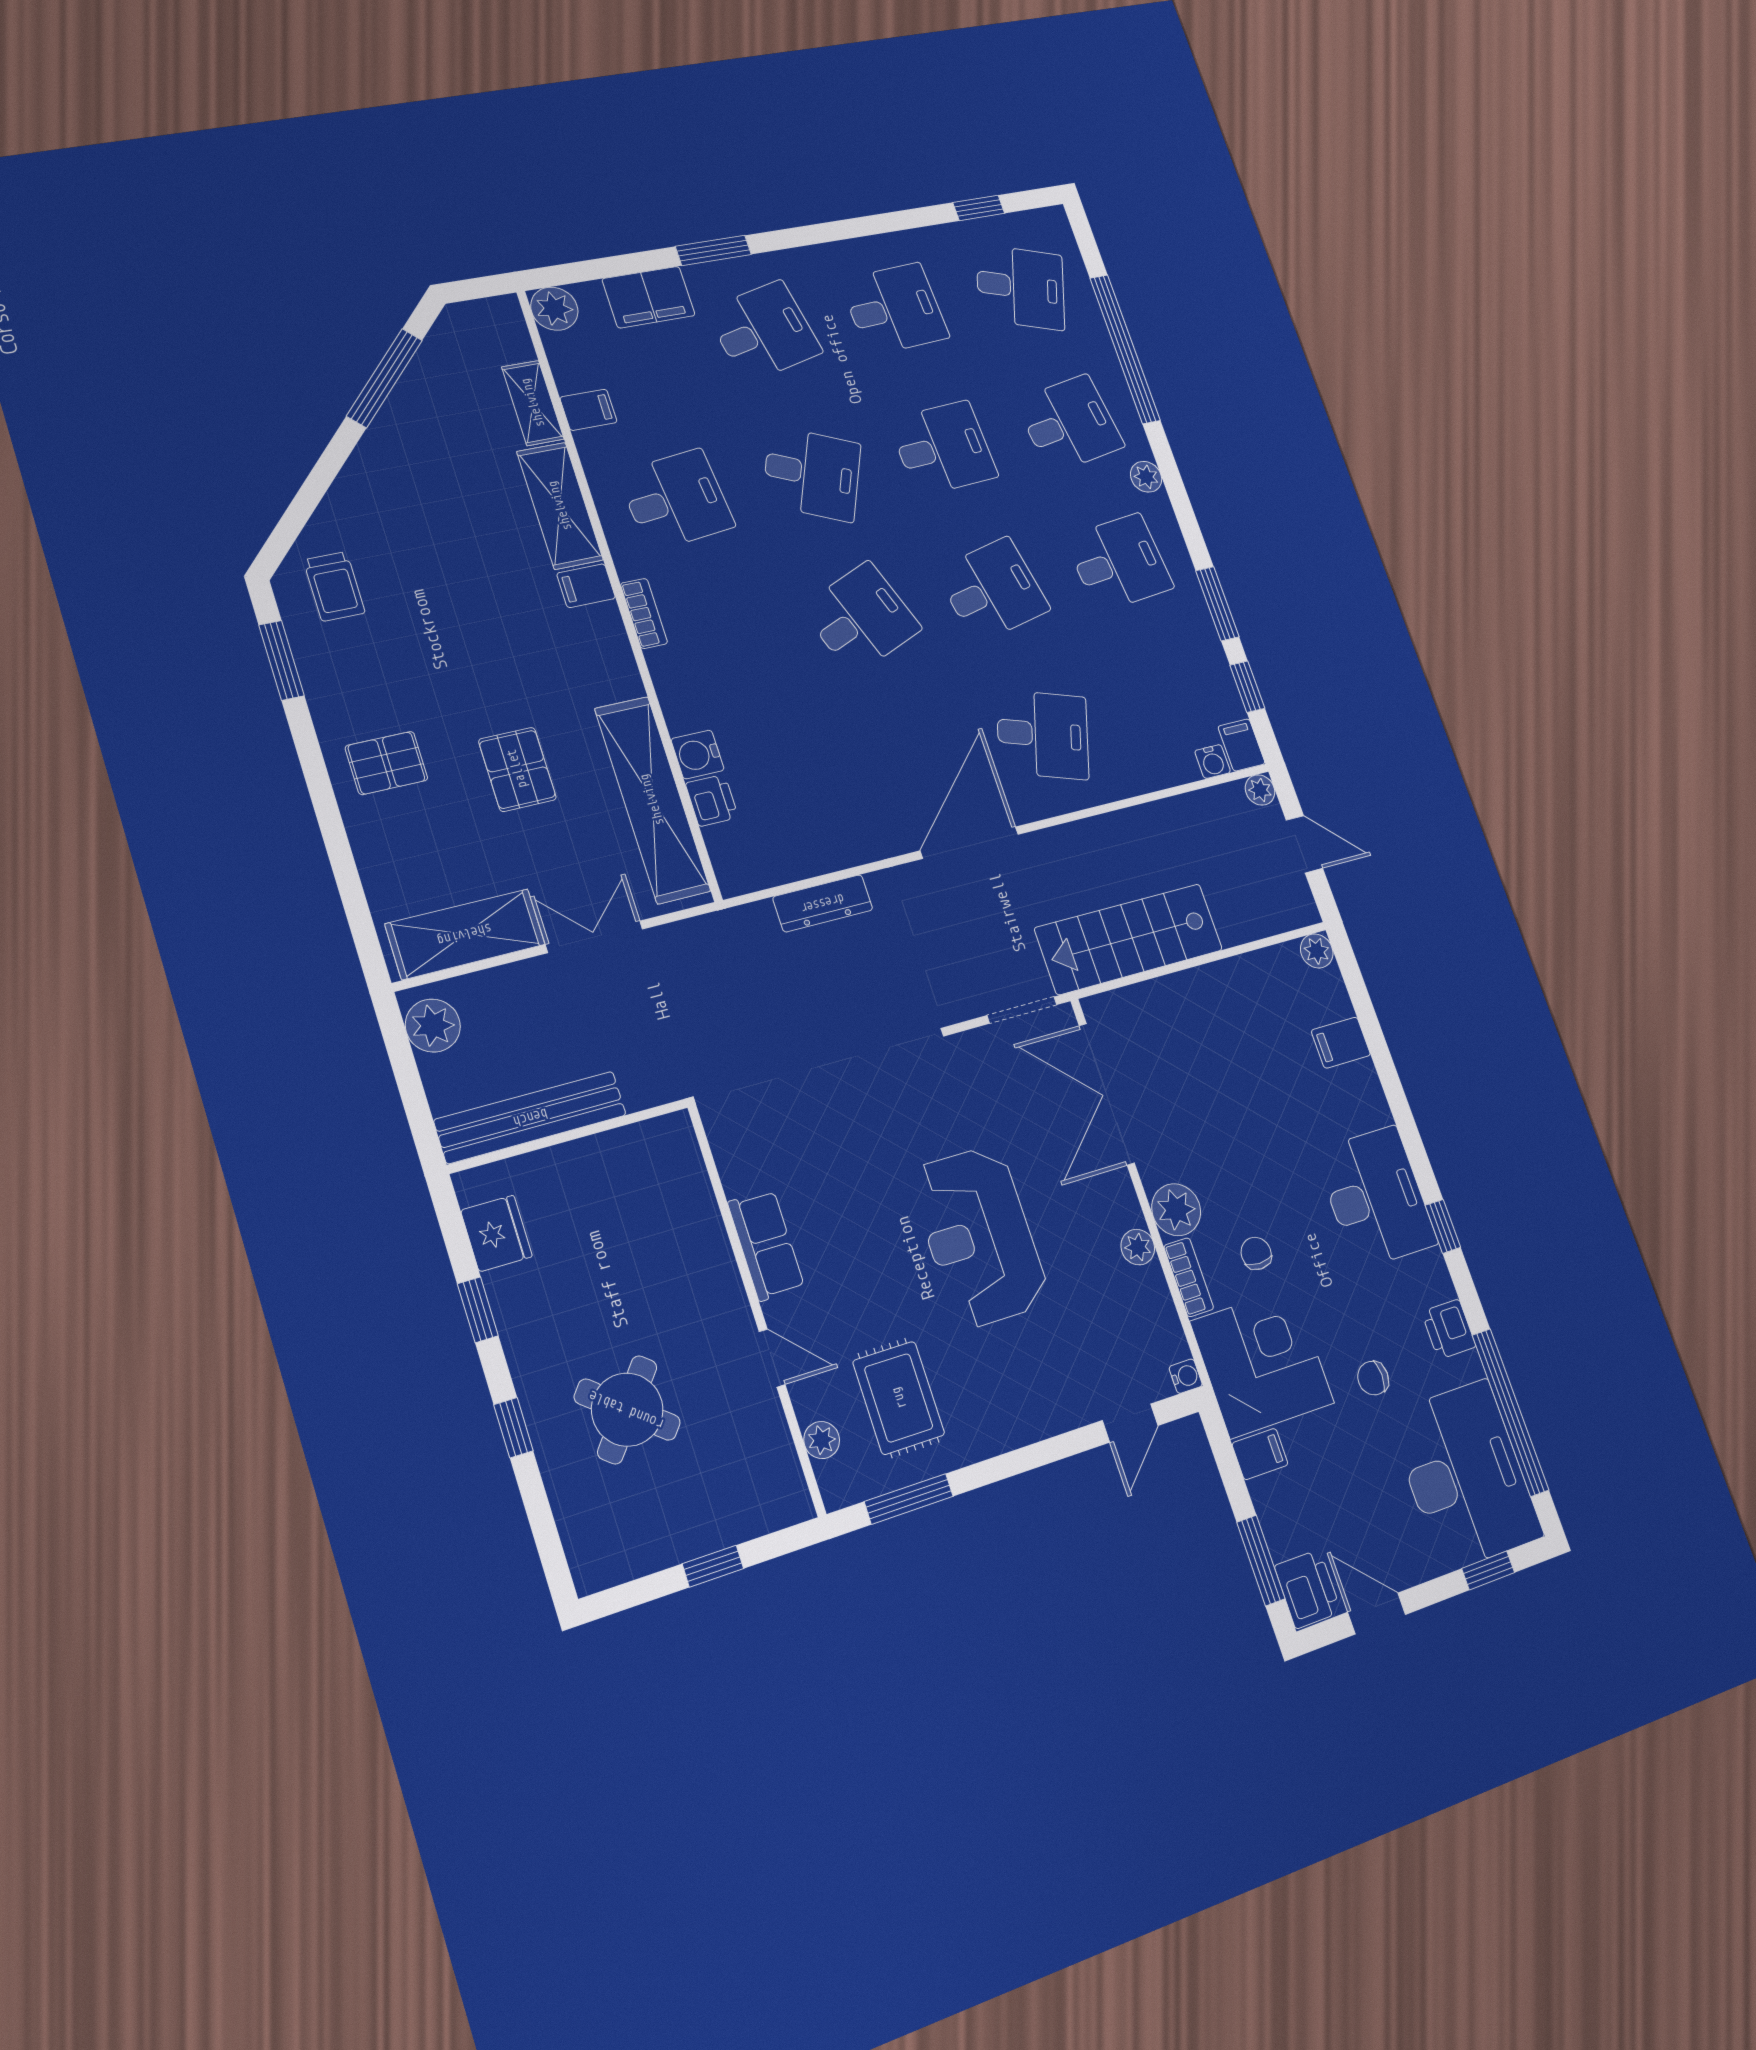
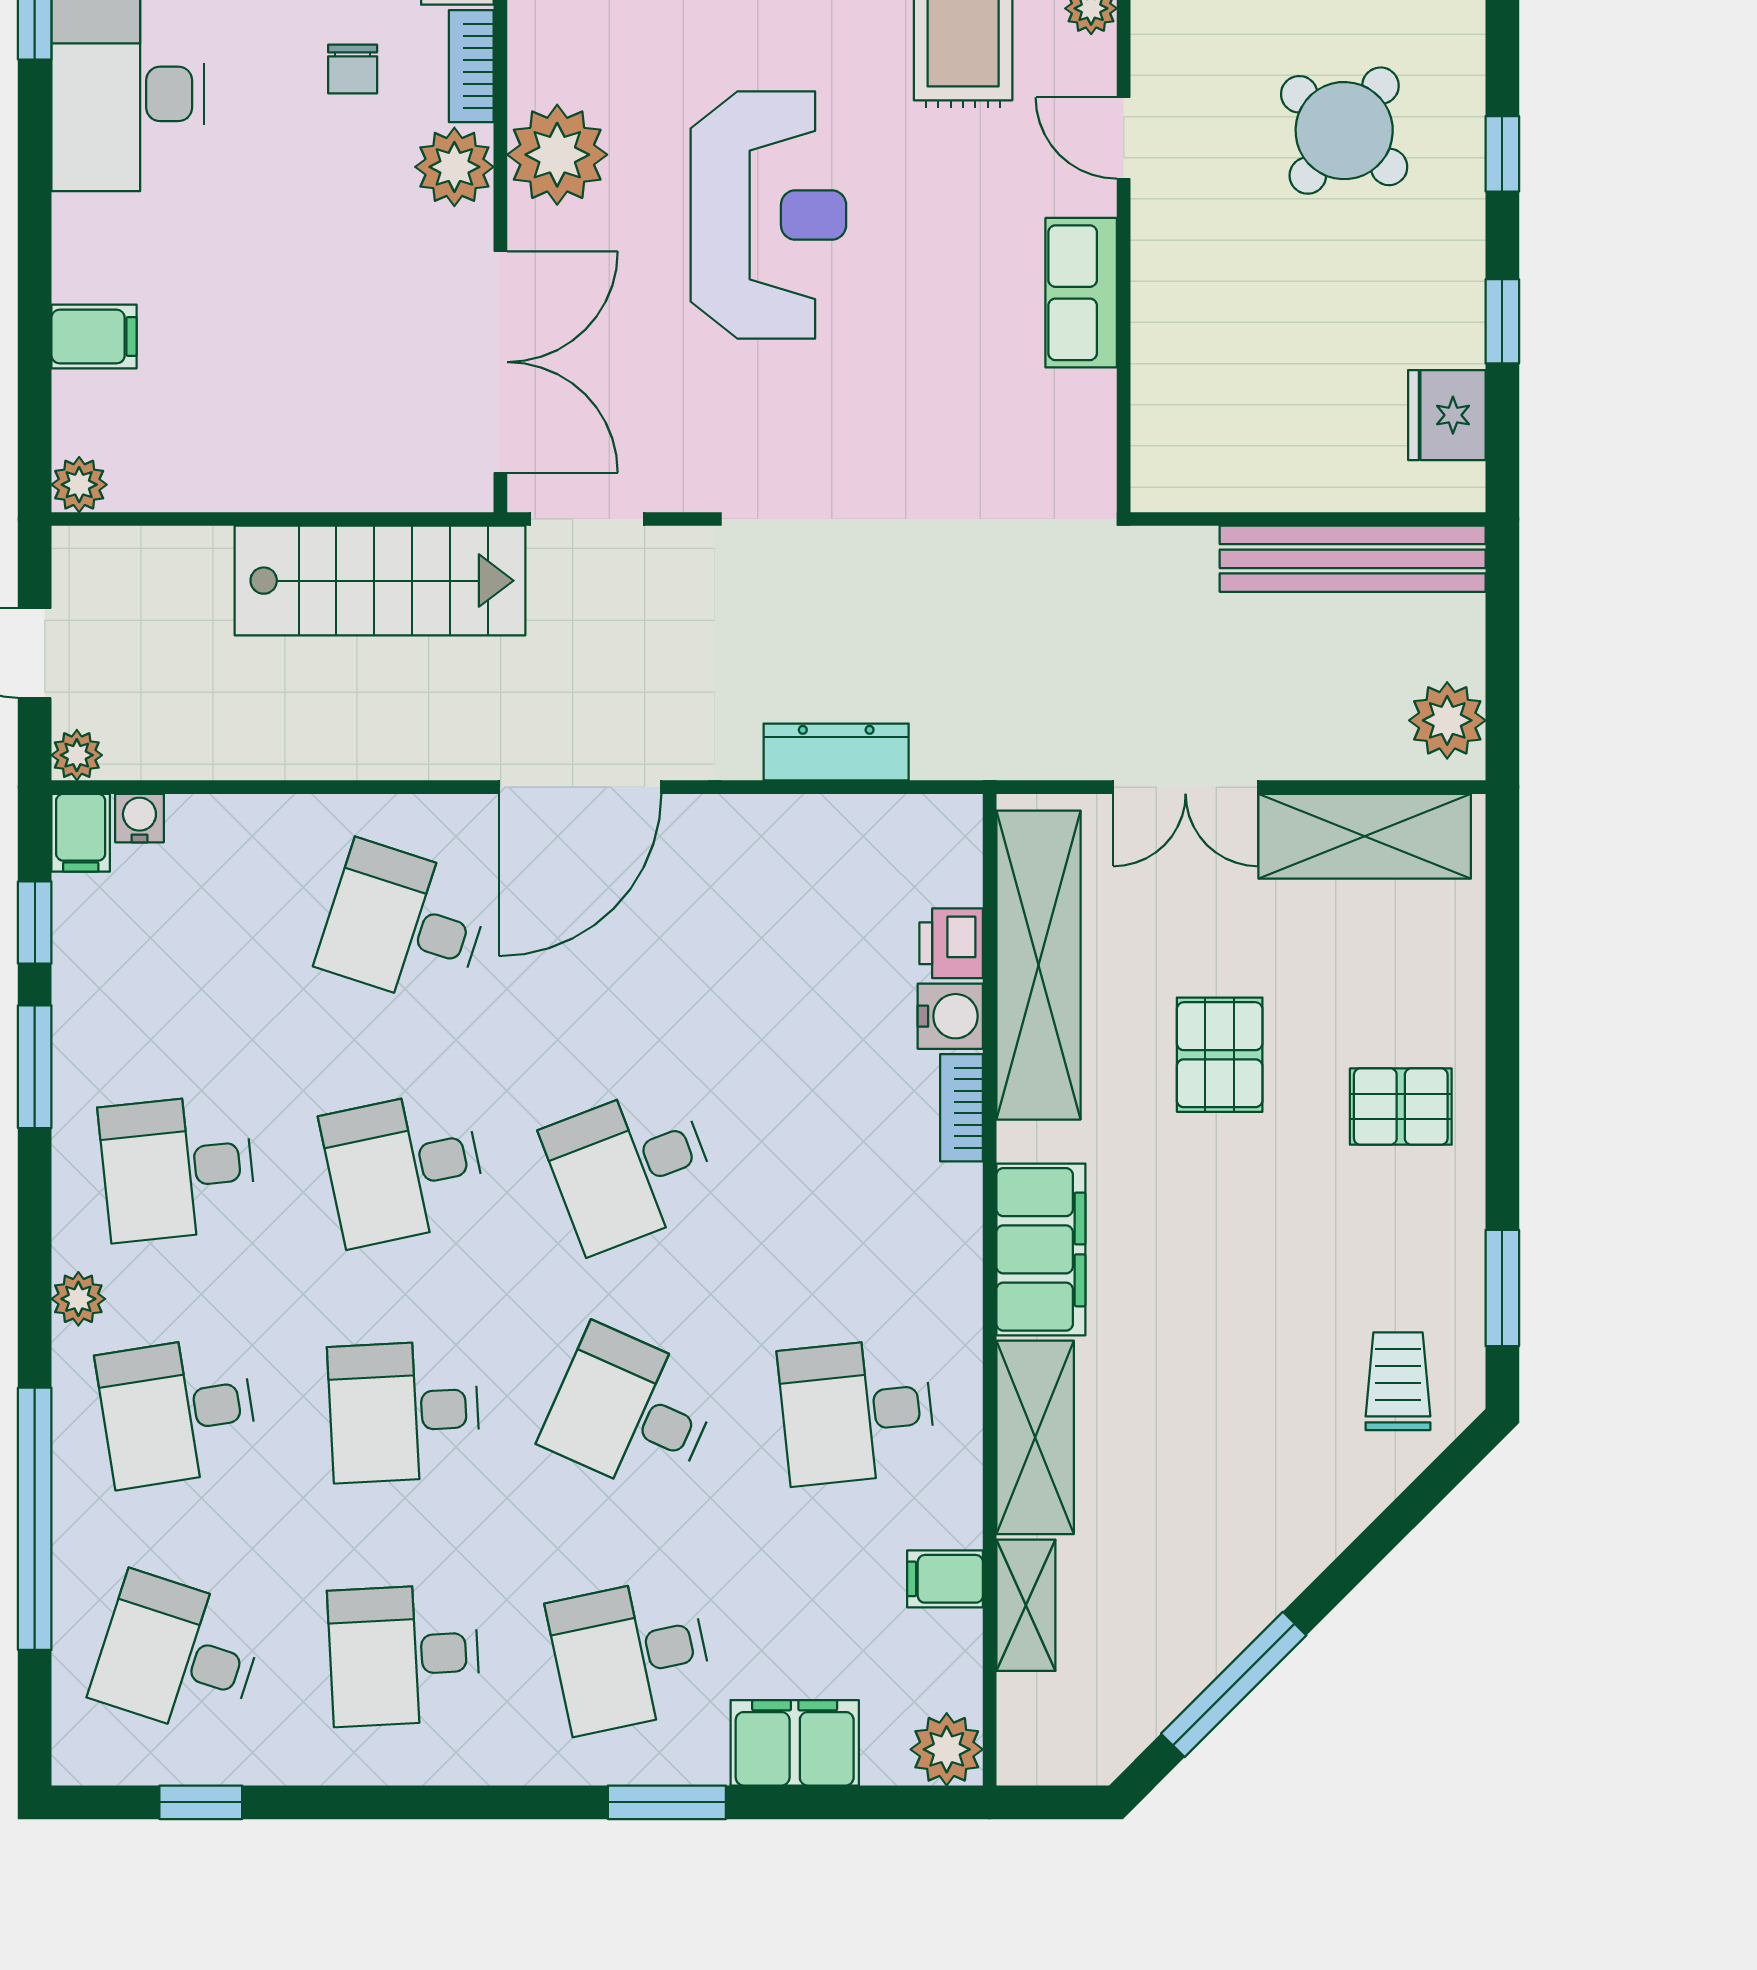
filing cabinet: (586, 586) -> (1041, 1249), width x3.00, depth x1.17
bookcase: (644, 613) -> (962, 1108), moved
plant: (1138, 1247) -> (557, 155), width x1.88, depth x1.88

